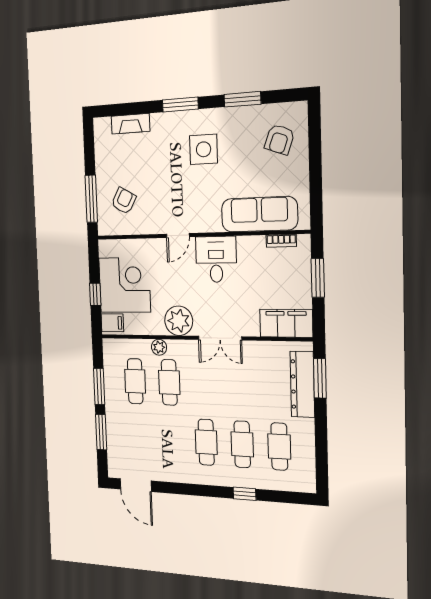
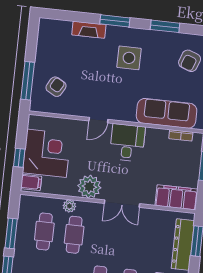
fireplace: (130, 124) -> (89, 30), moved

